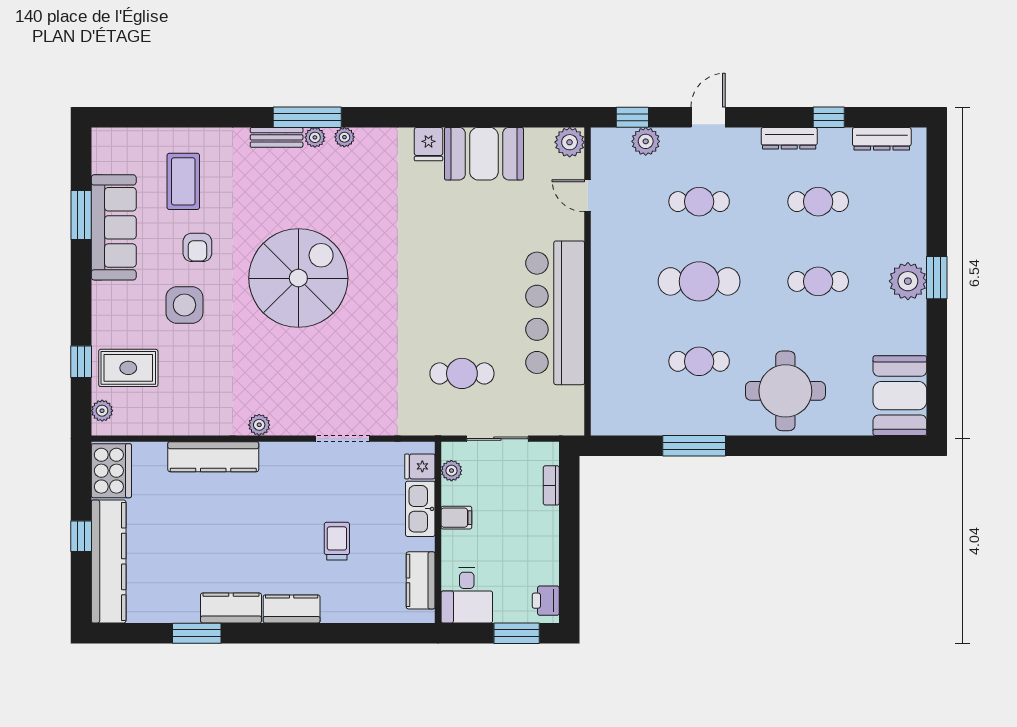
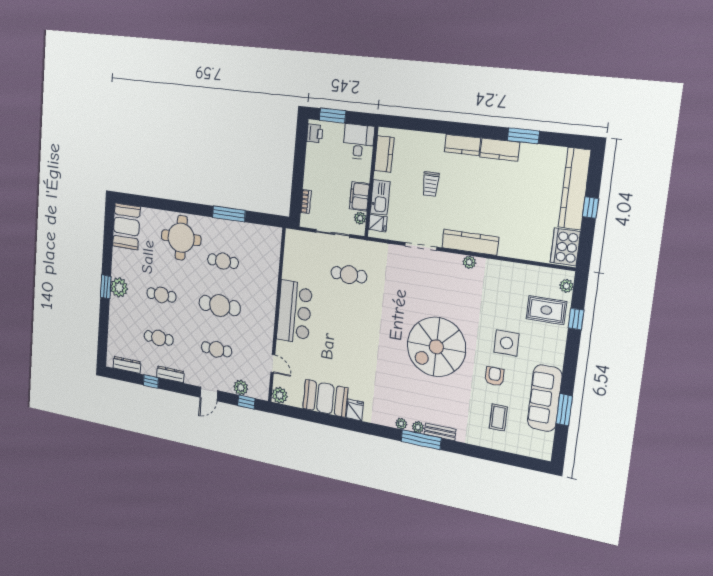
coffee table: (183, 181) -> (498, 417), width x0.73, depth x0.77
bar counter: (555, 313) -> (294, 312), width x0.73
kitchen counter: (213, 457) -> (470, 242), moved
filing cabinet: (456, 518) -> (359, 196), width x2.00

